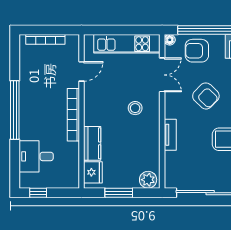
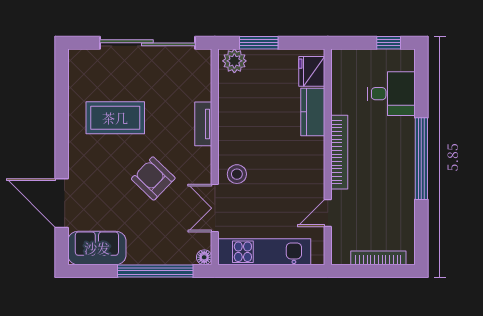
armchair: (197, 51) -> (166, 242), removed
stool: (135, 108) -> (237, 174), moved
window: (119, 193) -> (259, 43), moved

